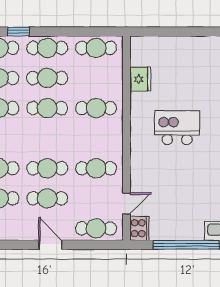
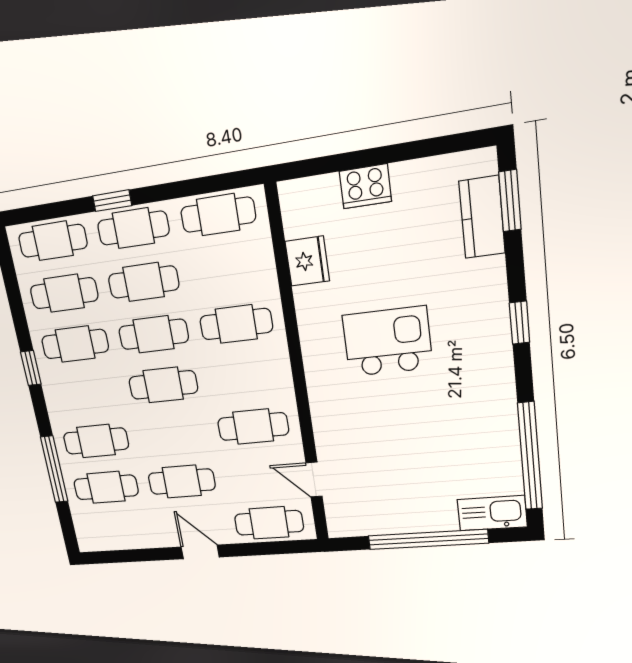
window: (18, 32) -> (112, 201), moved
cafe table: (47, 168) -> (163, 385), moved
door: (127, 203) -> (314, 479), swing flipped
cooker: (139, 228) -> (365, 186), moved, turned 90

